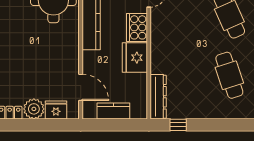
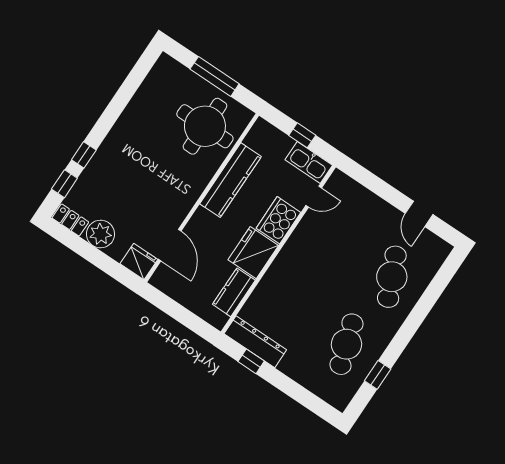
dresser: (158, 97) -> (255, 342), moved, turned -90
fridge: (56, 110) -> (139, 262), moved
kitchen counter: (113, 111) -> (234, 292), moved, turned -90

